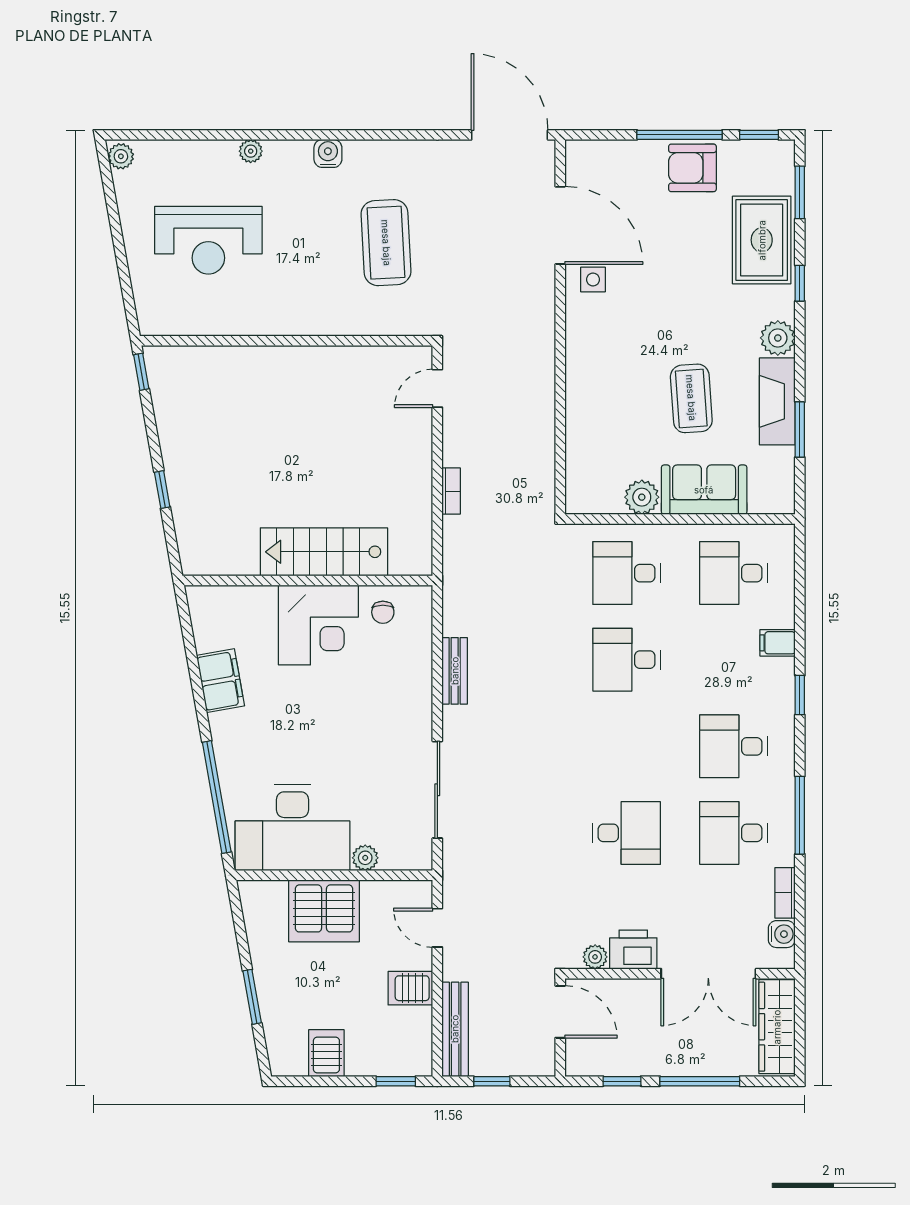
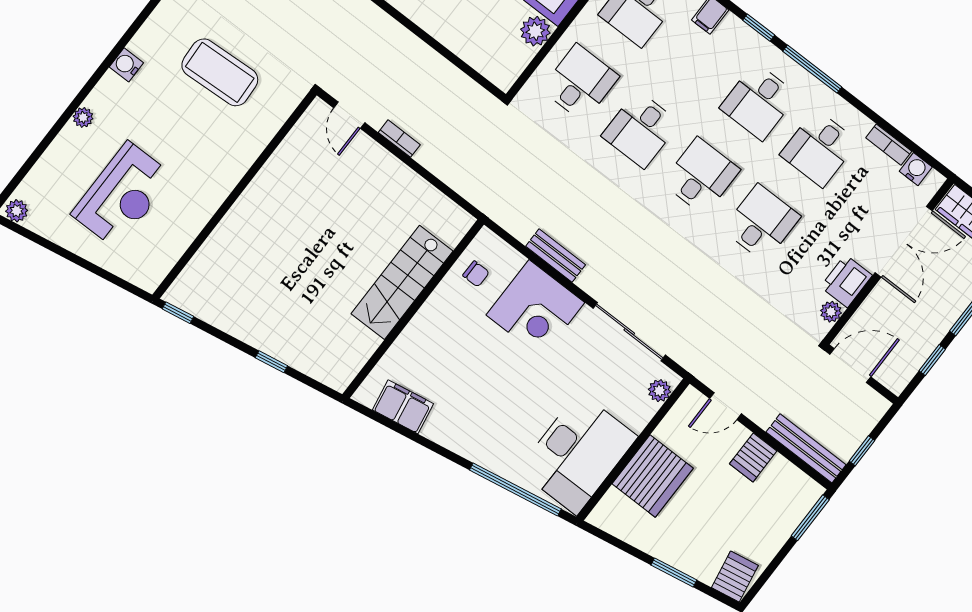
bookcase: (451, 491) -> (399, 139), moved
desk: (627, 573) -> (580, 83), turned 180
corner desk: (318, 625) -> (535, 309), moved, turned 90
filing cabinet: (220, 681) -> (403, 407), moved
desk: (627, 746) -> (701, 176), added
window: (800, 815) -> (812, 69), moved
plant: (365, 858) -> (659, 391), moved
server rack: (326, 1053) -> (735, 577), moved, turned 80
window: (396, 1081) -> (810, 518), width x1.50

